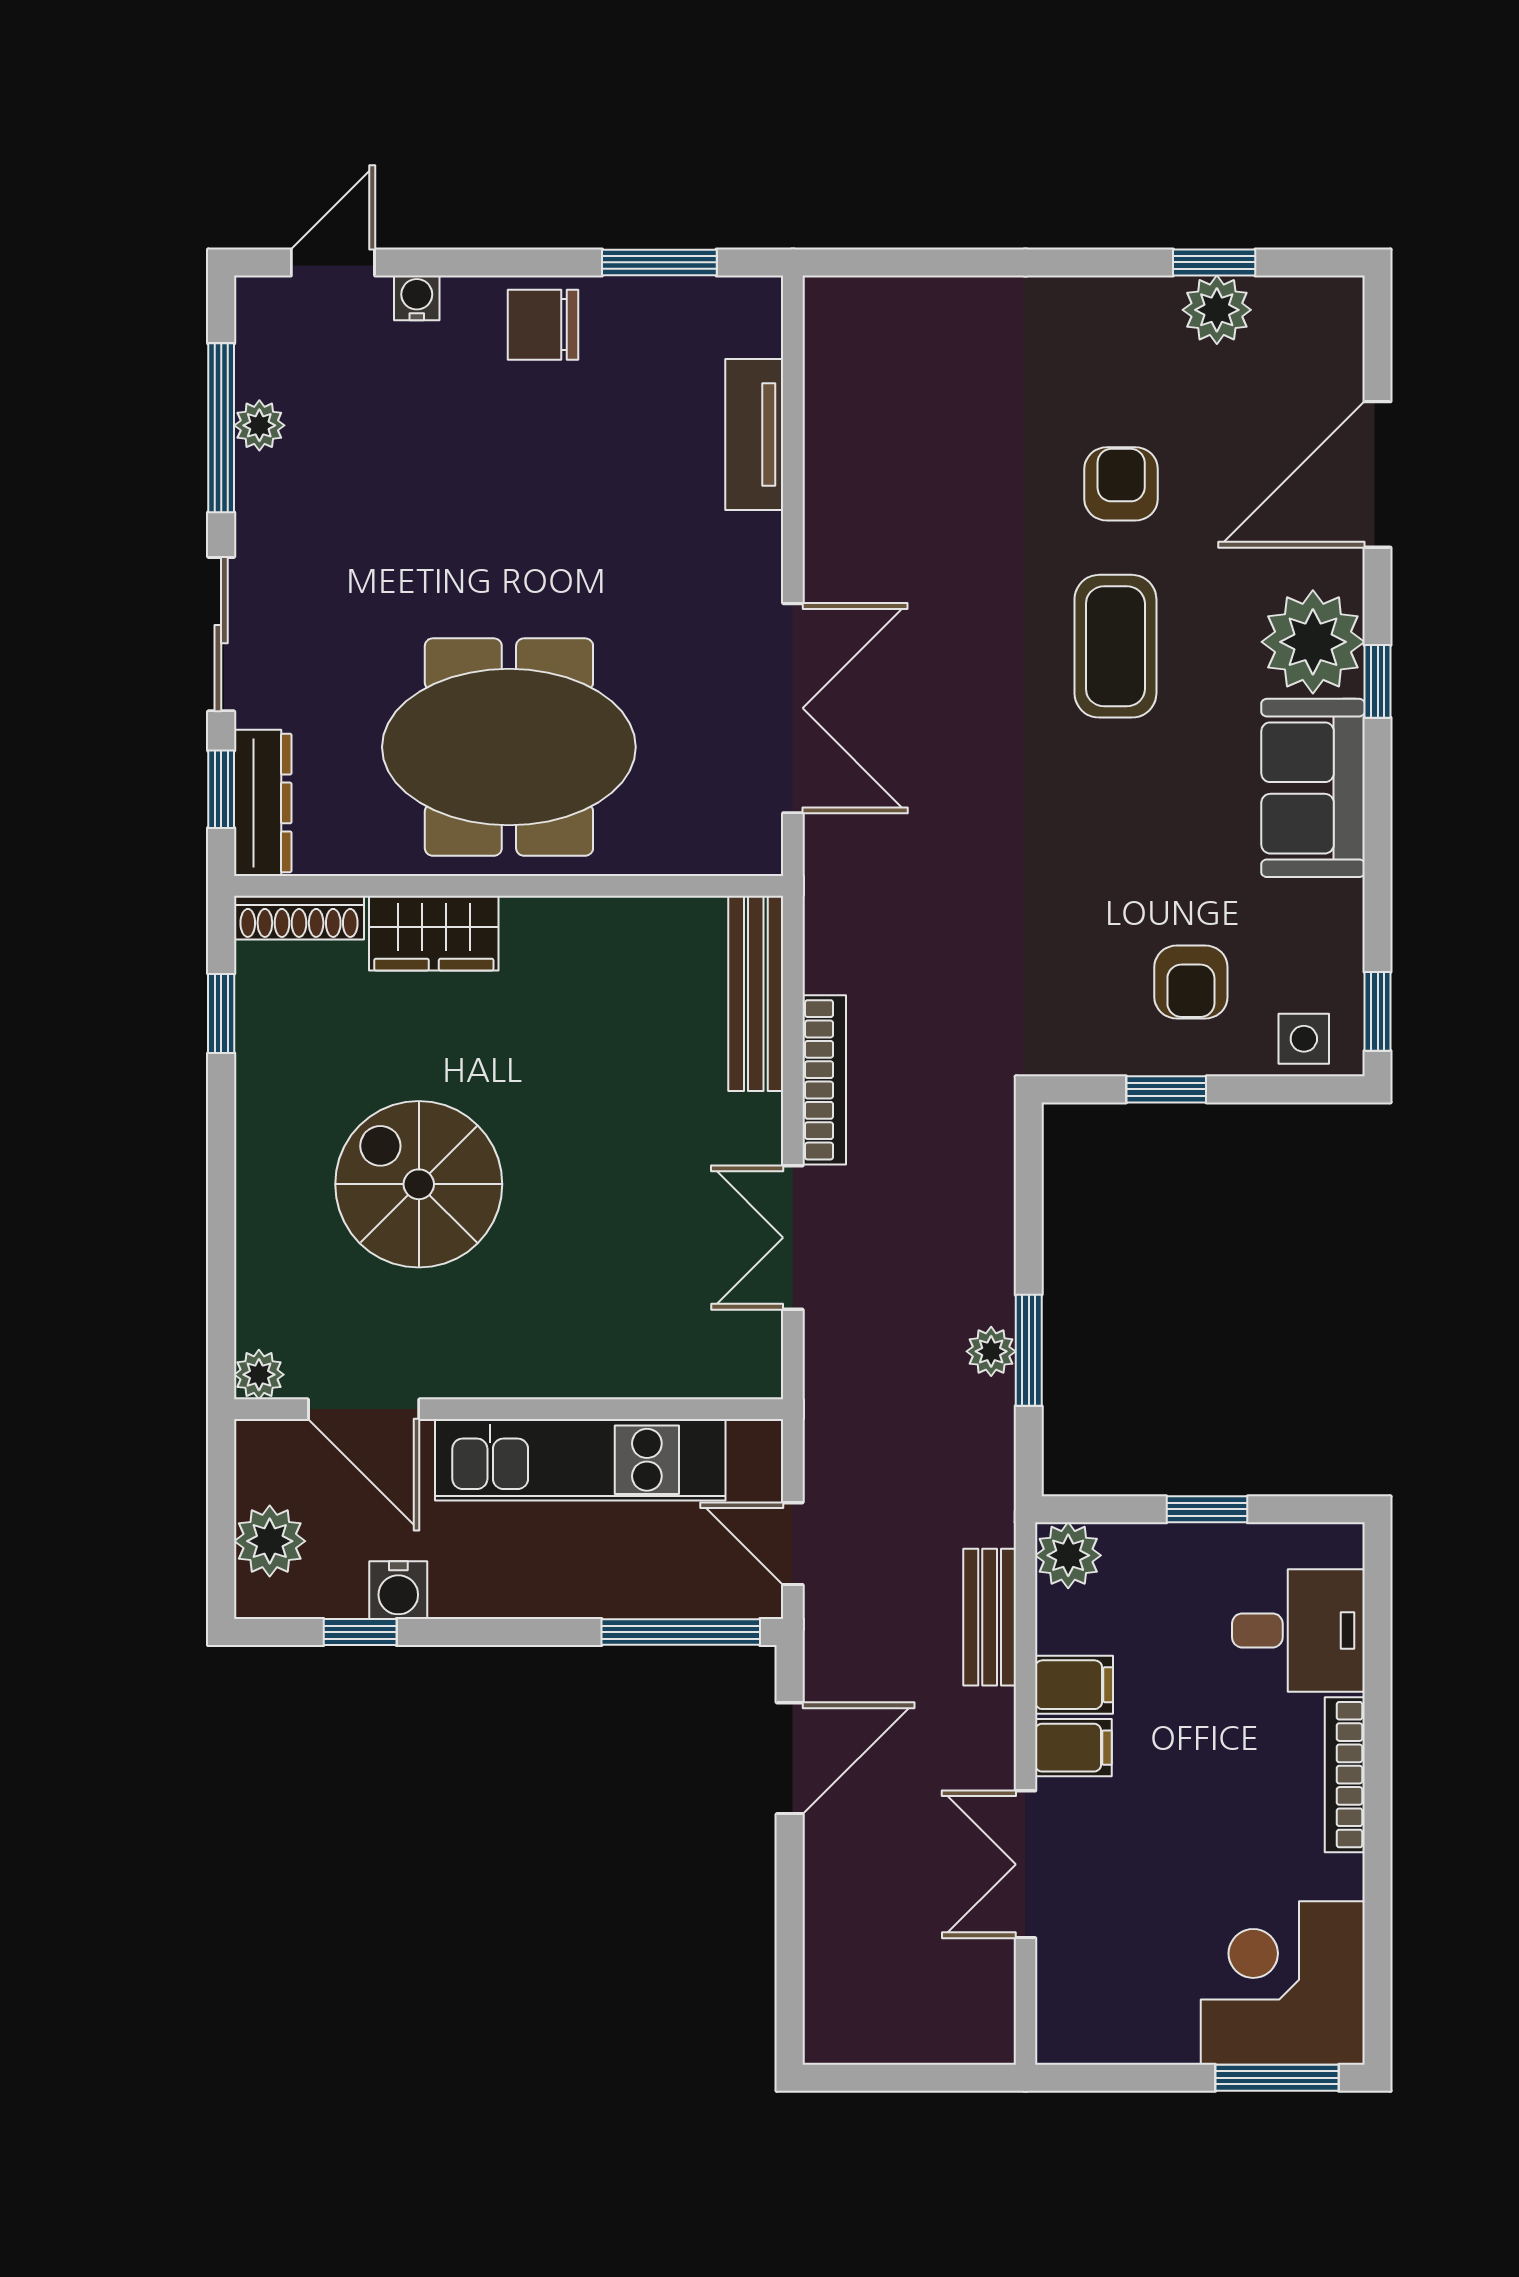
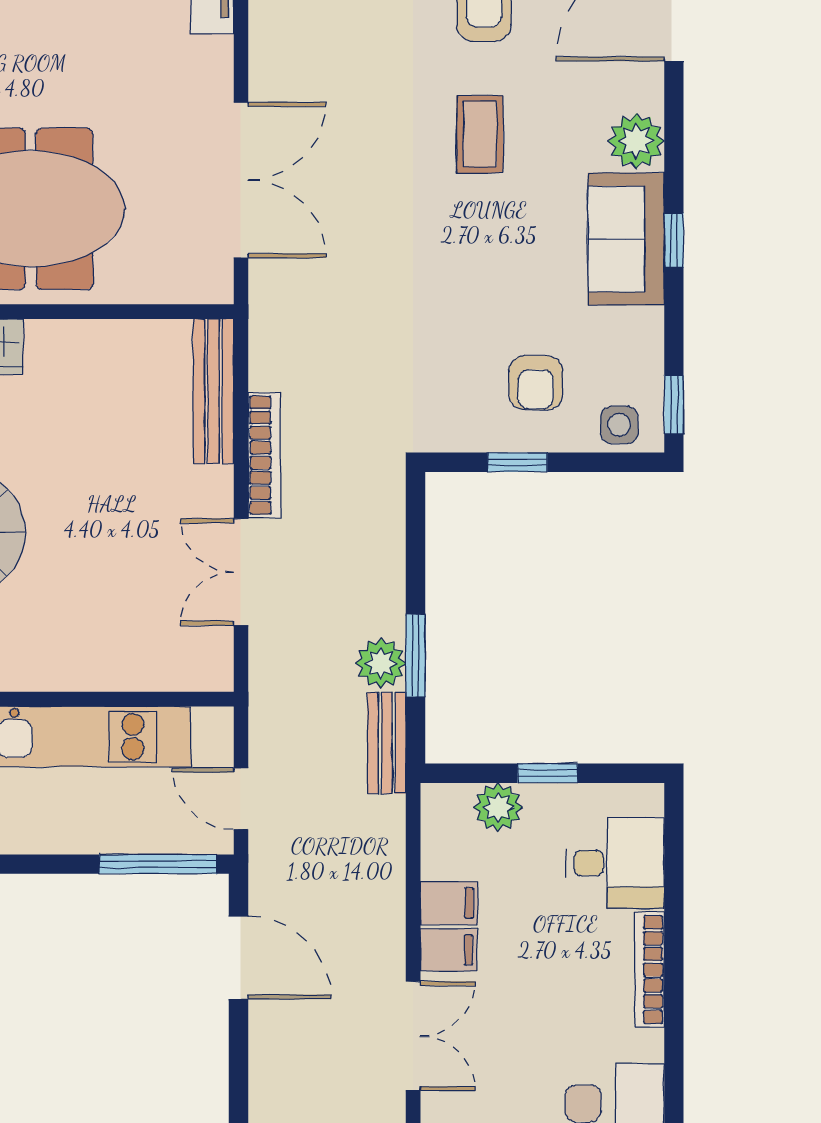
plant: (1313, 642) -> (636, 141), width x0.73, depth x0.73
coffee table: (1115, 646) -> (480, 134), width x0.73, depth x0.77
window: (1378, 681) -> (674, 240), moved
plant: (991, 1351) -> (381, 663), width x1.38, depth x1.38
plant: (1068, 1555) -> (498, 807), moved
bench: (990, 1617) -> (387, 743), moved
door: (790, 1758) -> (239, 958), hinge flipped
double door: (1025, 1864) -> (413, 1036), swing flipped

